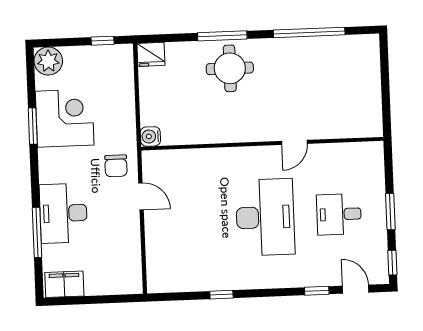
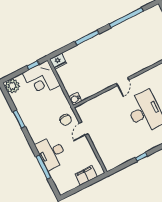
round table: (230, 68) -> (97, 51), removed
corner desk: (65, 118) -> (41, 79), moved, turned 180
door: (294, 142) -> (123, 82), moved
door: (141, 196) -> (84, 129), swing flipped
filing cabinet: (64, 284) -> (86, 175), moved

